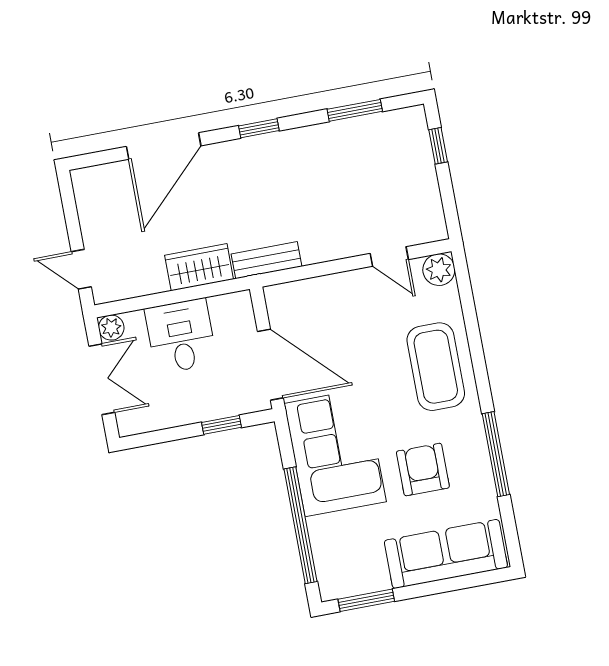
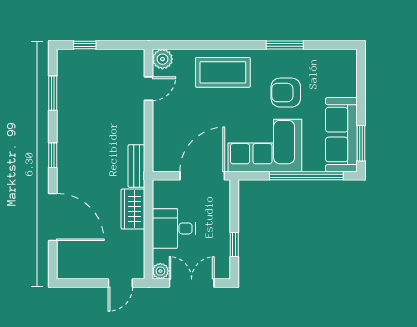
window: (222, 425) -> (234, 244), moved
window: (496, 454) -> (285, 45), width x0.69
sofa: (446, 554) -> (341, 135), moved

